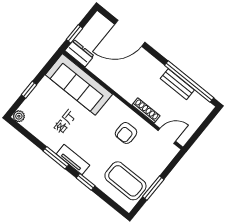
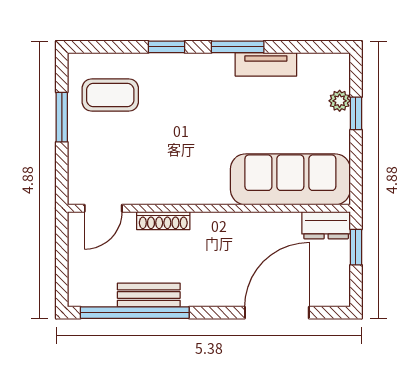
plant: (19, 116) -> (340, 101), moved
armchair: (126, 133) -> (166, 165), removed
tv unit: (73, 160) -> (266, 64), moved
coffee table: (125, 181) -> (110, 95), width x0.73, depth x0.76

